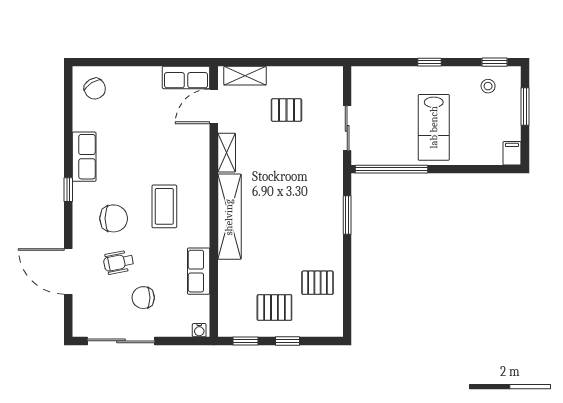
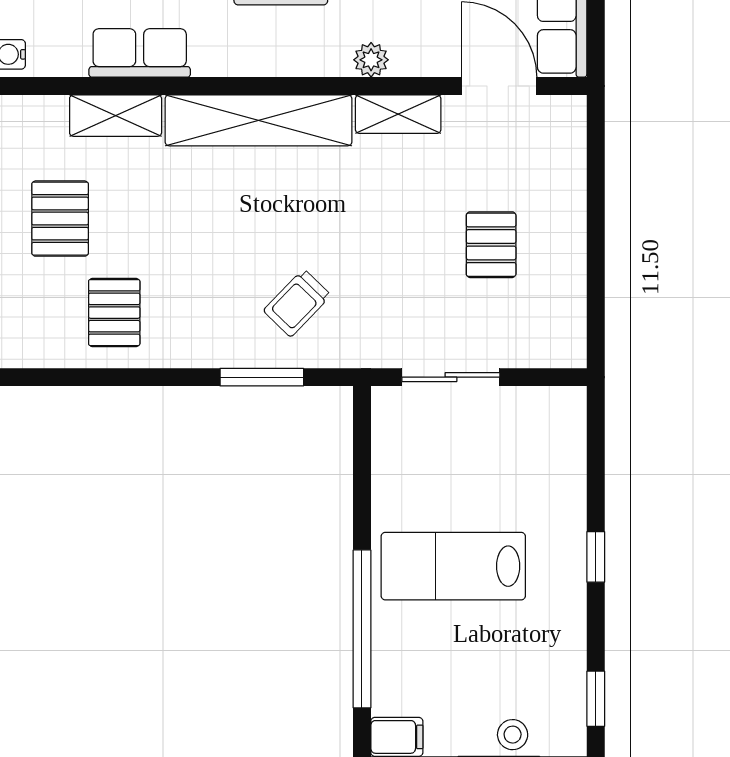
shelving: (245, 76) -> (116, 116), moved, turned 90
stool: (488, 86) -> (513, 735), moved
plant: (202, 165) -> (371, 60), added
window: (392, 169) -> (362, 629), moved
trolley: (313, 199) -> (297, 303), added

